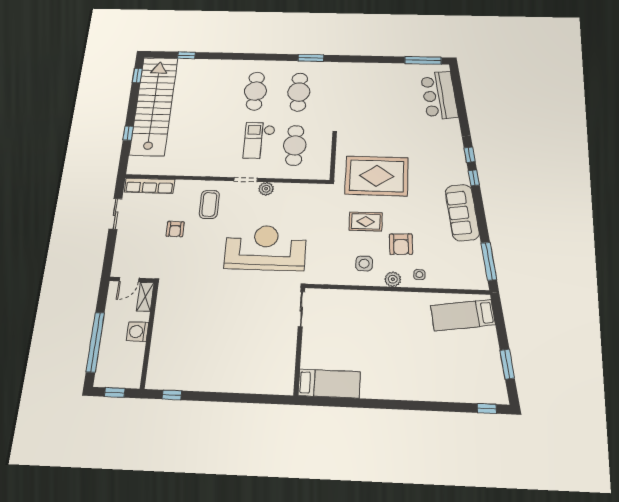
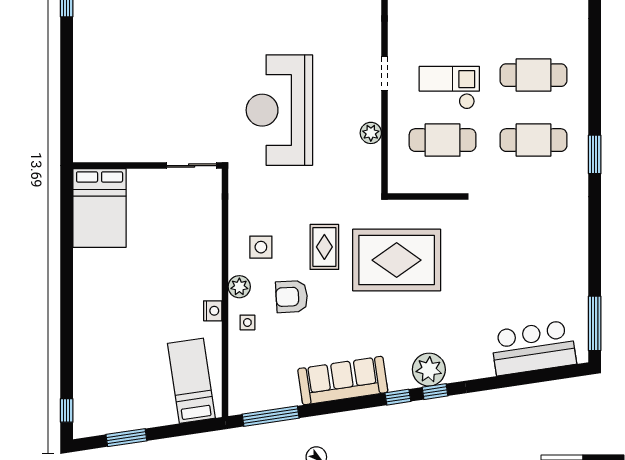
plant: (454, 158) -> (429, 370), added
rug: (377, 176) -> (397, 260), turned 90
plant: (266, 189) -> (371, 133), moved
coffee table: (209, 204) -> (343, 25), removed
reception desk: (265, 248) -> (279, 110), turned 180
nightstand: (410, 298) -> (213, 311), added
bed: (329, 384) -> (100, 208), width x1.50

